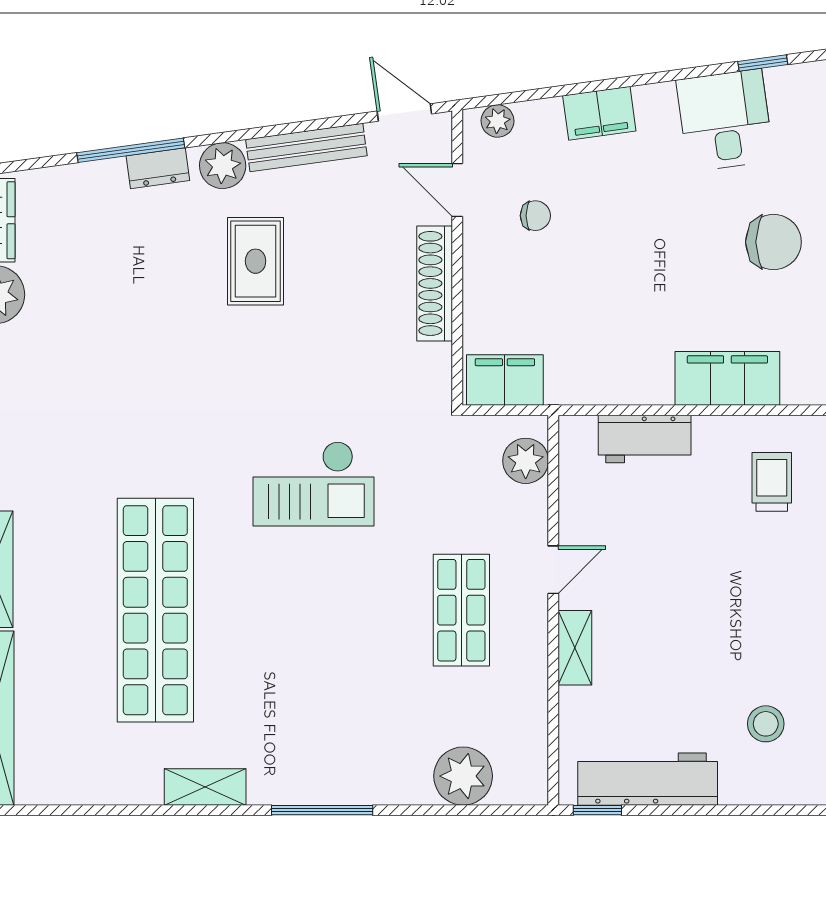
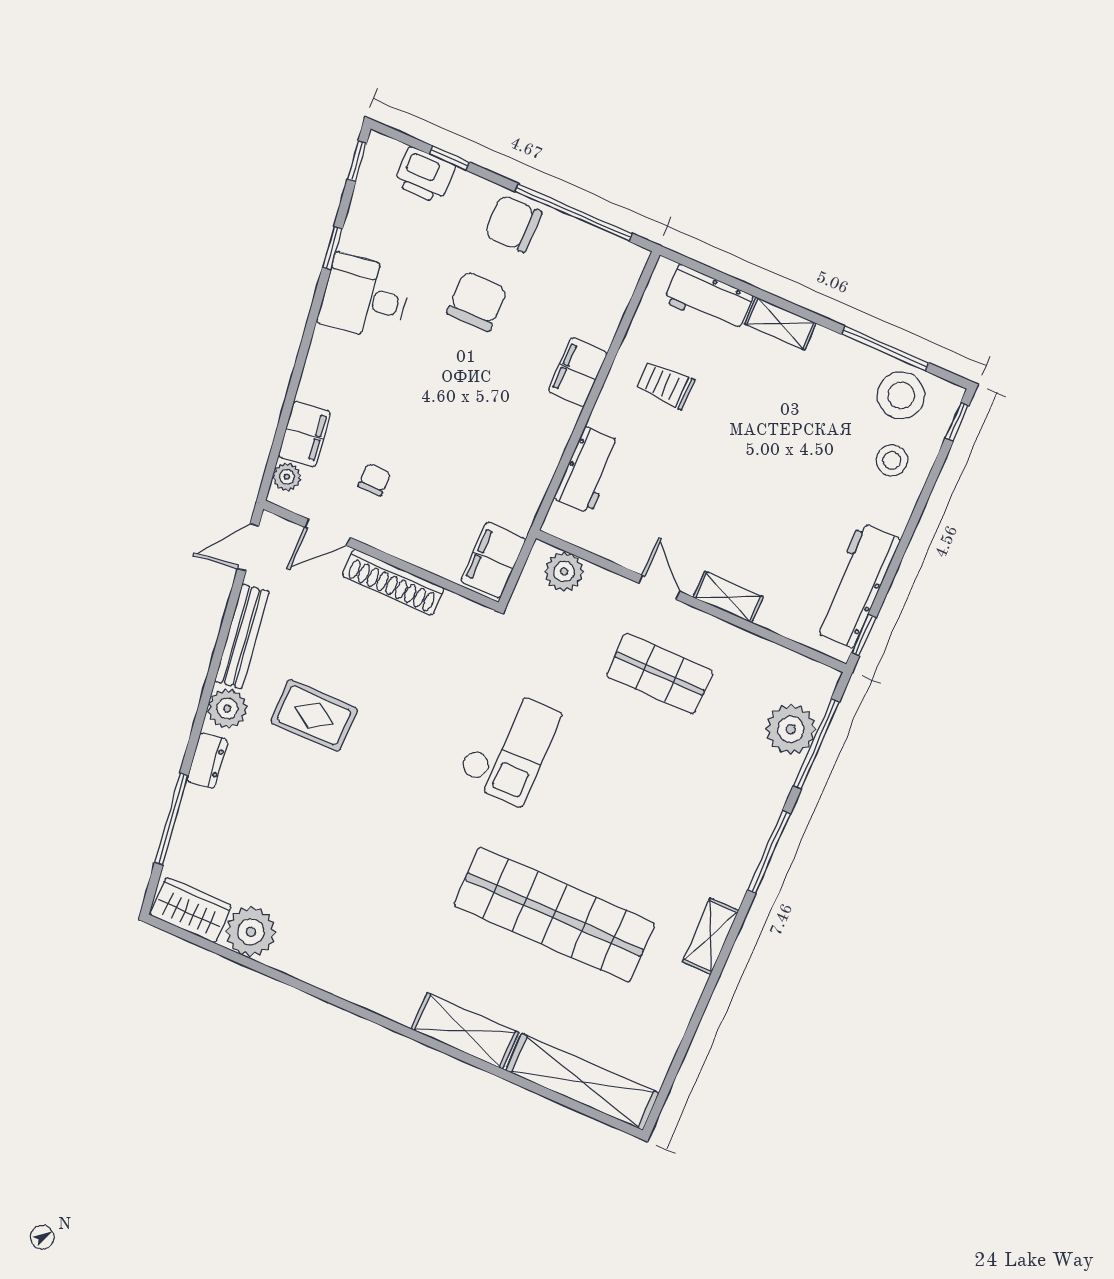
filing cabinet: (599, 113) -> (304, 434), moved
window: (131, 150) -> (171, 819), moved
filing cabinet: (727, 378) -> (578, 372), width x0.67, depth x0.86
stool: (766, 724) -> (892, 460), moved
window: (459, 810) -> (816, 744), added

